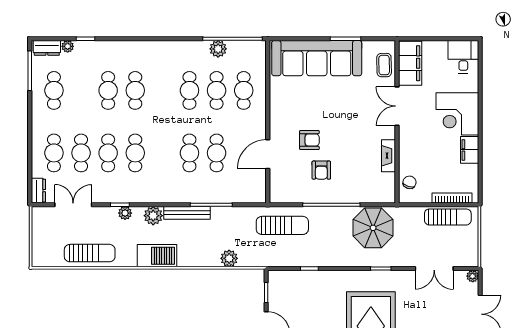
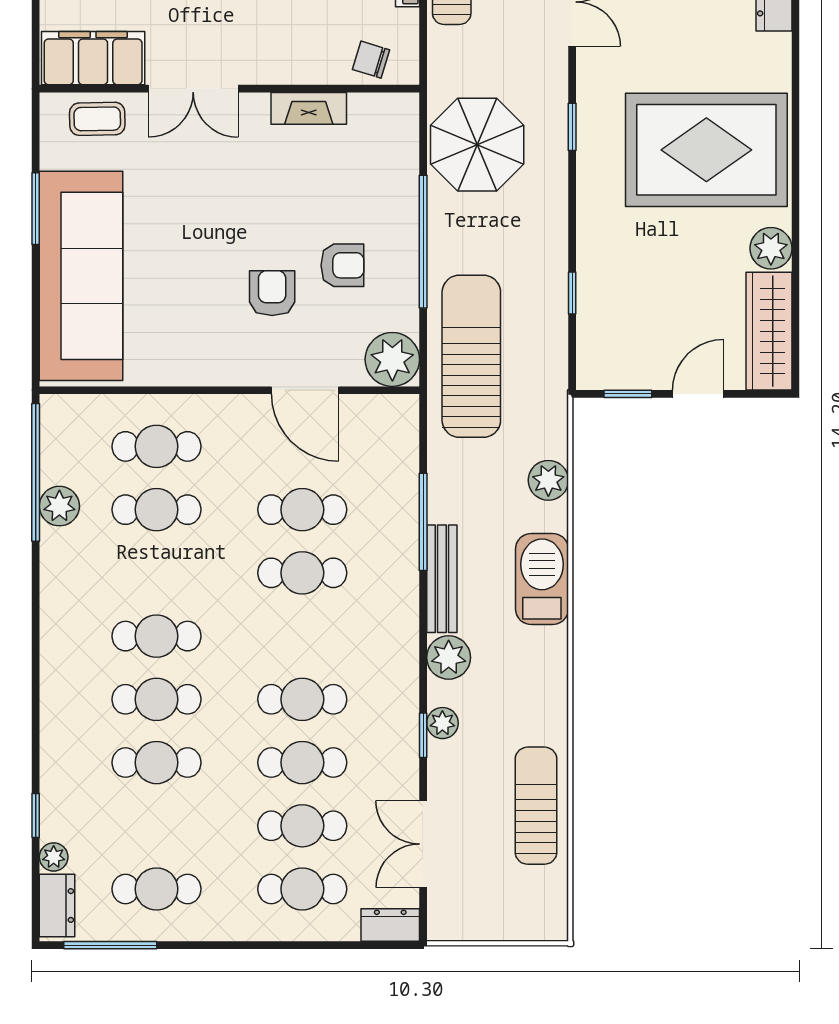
cafe table: (189, 90) -> (157, 636), moved
plant: (281, 192) -> (392, 359), added
sun lounger: (282, 225) -> (471, 356), width x1.36, depth x1.34
barbecue: (157, 256) -> (542, 579), moved

